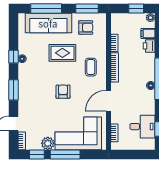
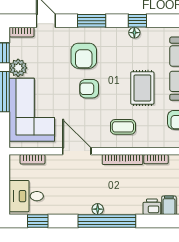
armchair: (63, 92) -> (89, 89), turned 180
armchair: (39, 96) -> (84, 56), added
desk: (142, 127) -> (26, 196), moved, turned 90

